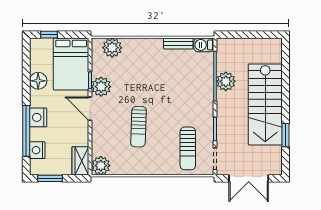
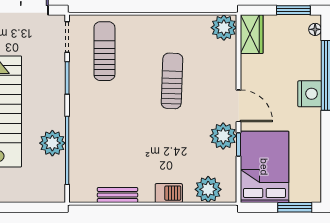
window: (49, 35) -> (295, 207), width x1.50
barbecue: (204, 45) -> (169, 193), moved
floor lamp: (38, 81) -> (315, 29), moved, width x0.53, depth x0.53
nightstand: (37, 150) -> (311, 49), removed

